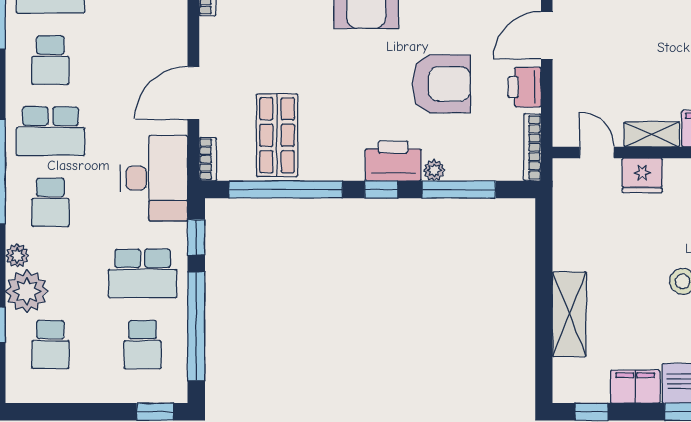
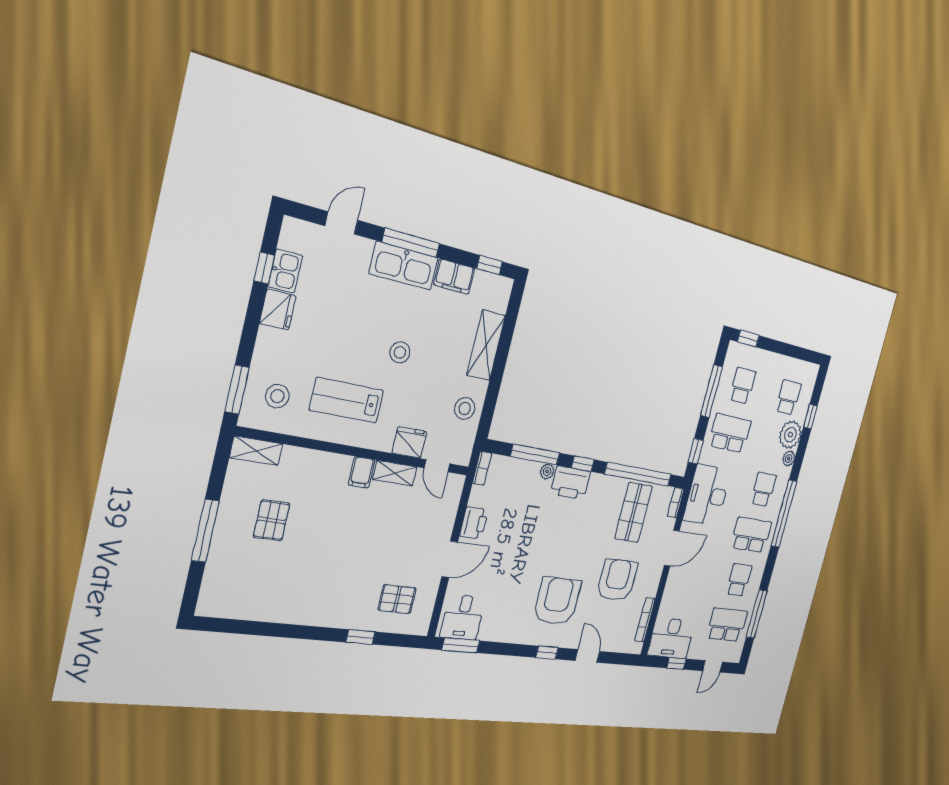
armchair: (441, 84) -> (617, 580), moved, turned 90
bookcase: (532, 147) -> (482, 468), width x0.64
stool: (578, 231) -> (465, 408), added
window: (196, 326) -> (712, 391), width x0.68

